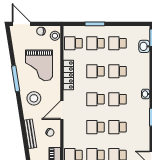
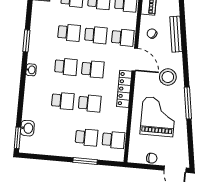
stool: (55, 36) -> (135, 151), removed
school desk: (117, 43) -> (123, 37), moved
locker: (68, 75) -> (124, 89), moved
door: (62, 110) -> (135, 59), hinge flipped

